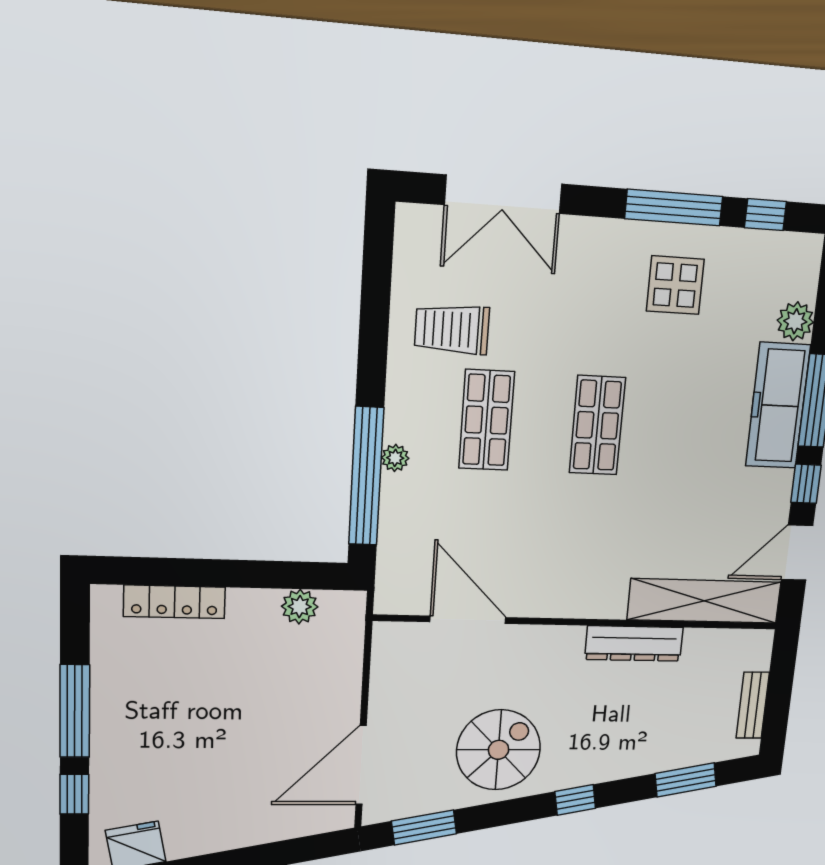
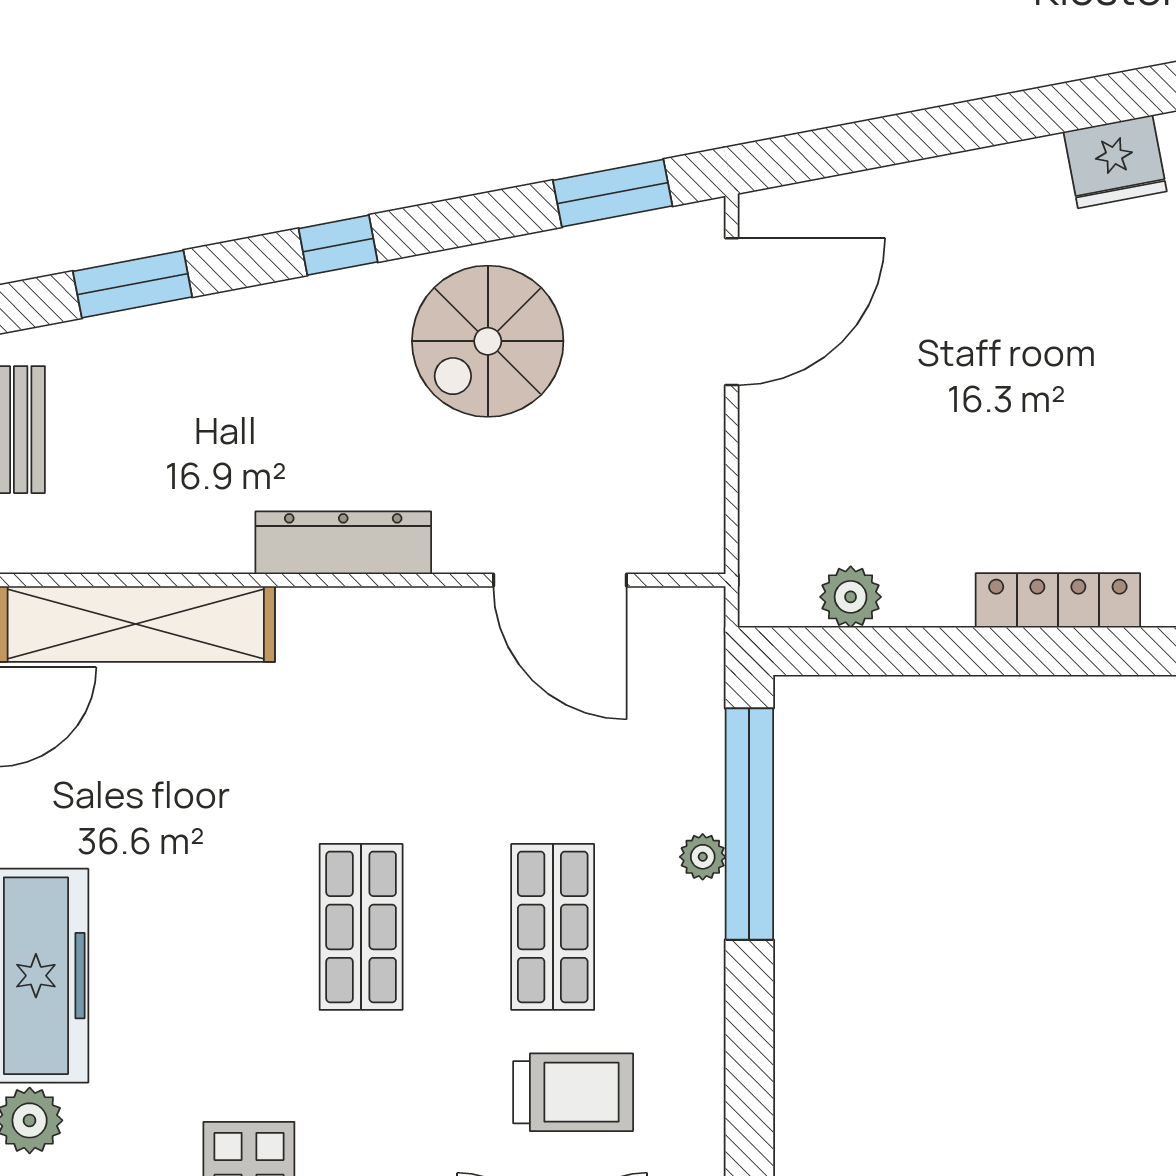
trolley: (452, 329) -> (573, 1092), moved
dresser: (634, 643) -> (343, 543), moved

